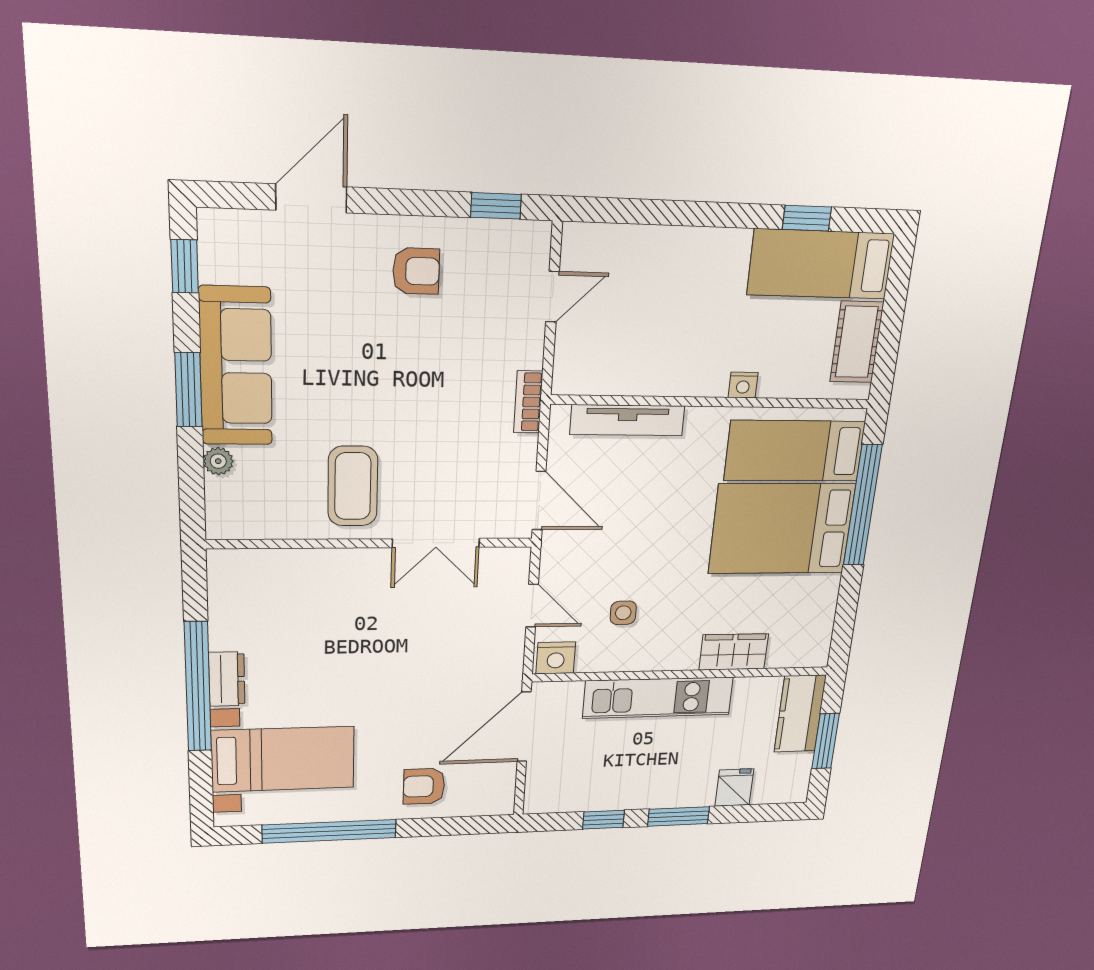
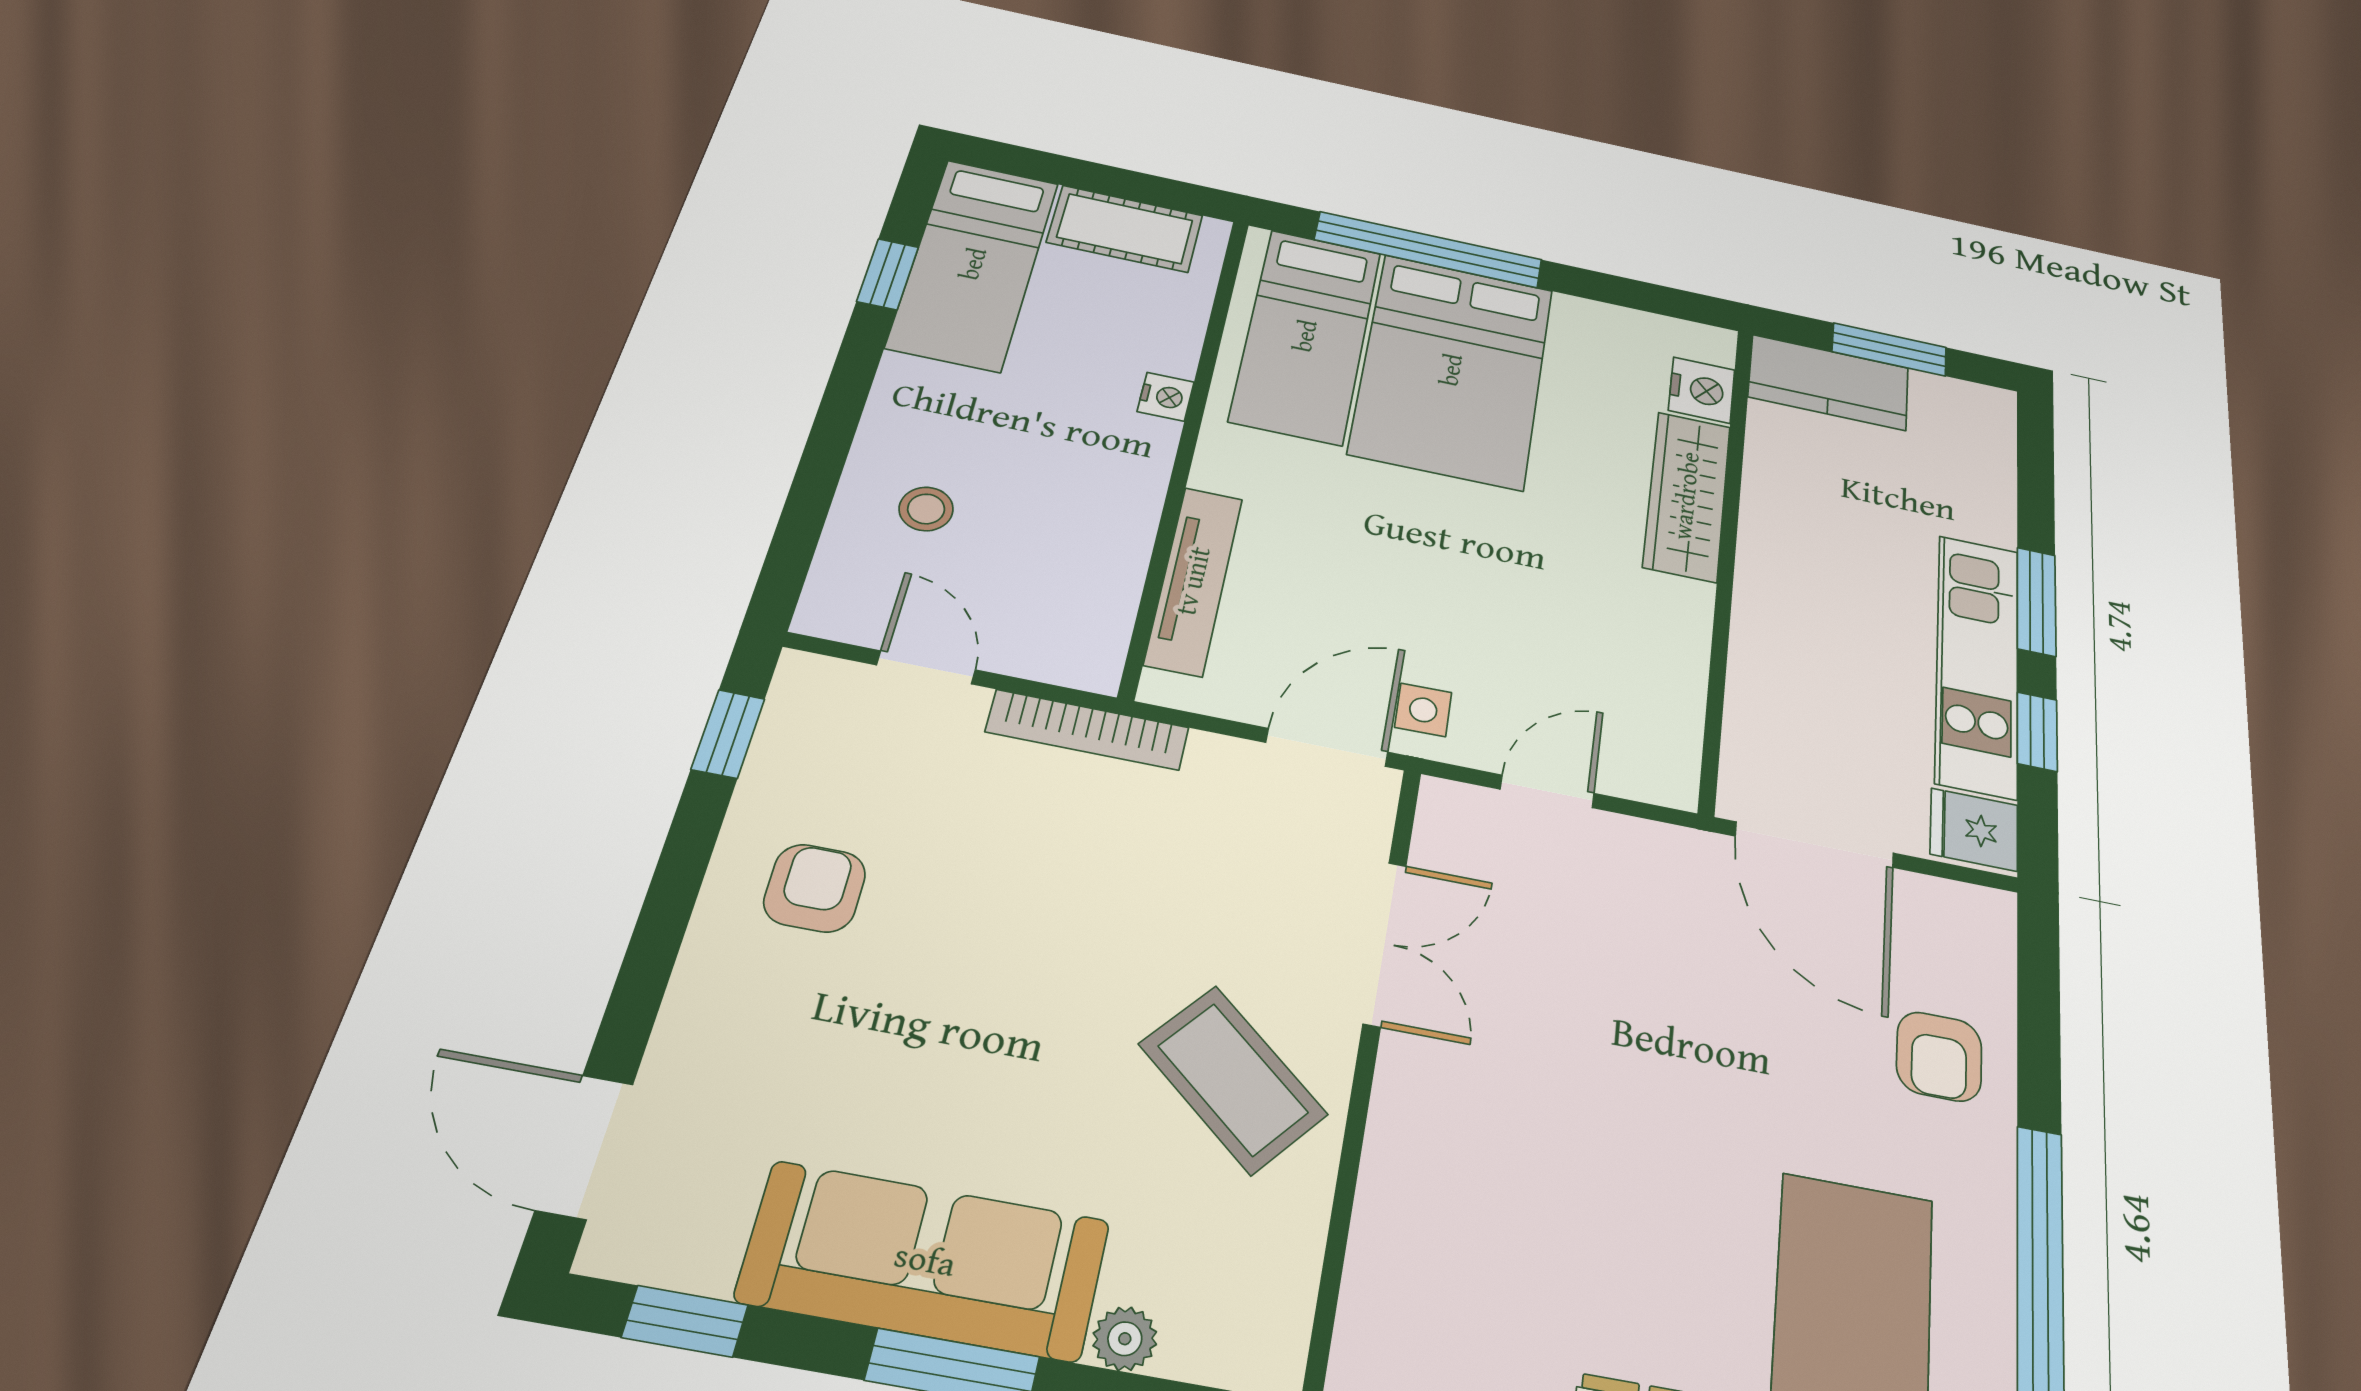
door: (311, 199) -> (585, 1147), moved
stool: (651, 275) -> (926, 509), added
bookcase: (528, 402) -> (1087, 730), width x1.56
coffee table: (353, 486) -> (1233, 1079), turned 40
side table: (623, 613) -> (1423, 710), moved
wardrobe: (734, 652) -> (1687, 496), width x1.50
nightstand: (556, 658) -> (1702, 390), moved
kitchen unit: (658, 698) -> (1977, 664), moved, turned 180
fridge: (734, 787) -> (1974, 830), moved

